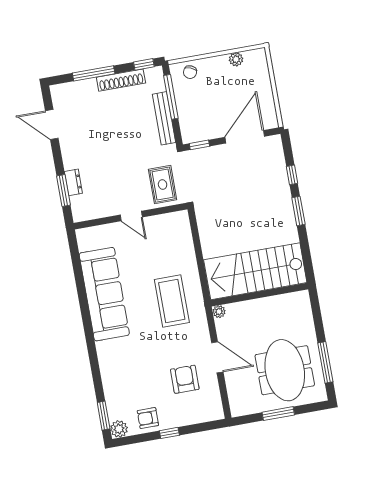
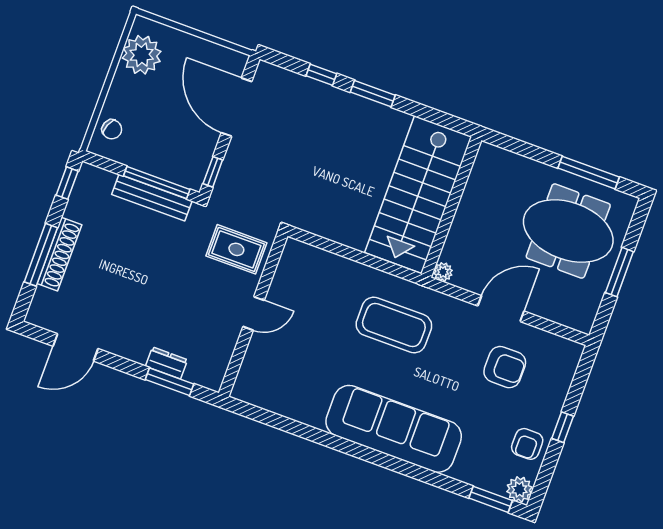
plant: (236, 59) -> (142, 55), width x1.87, depth x1.87
shoe rack: (121, 80) -> (59, 254), moved
window: (171, 97) -> (157, 183), moved
sofa: (104, 294) -> (394, 429), moved
armchair: (185, 379) -> (505, 367), turned 180

